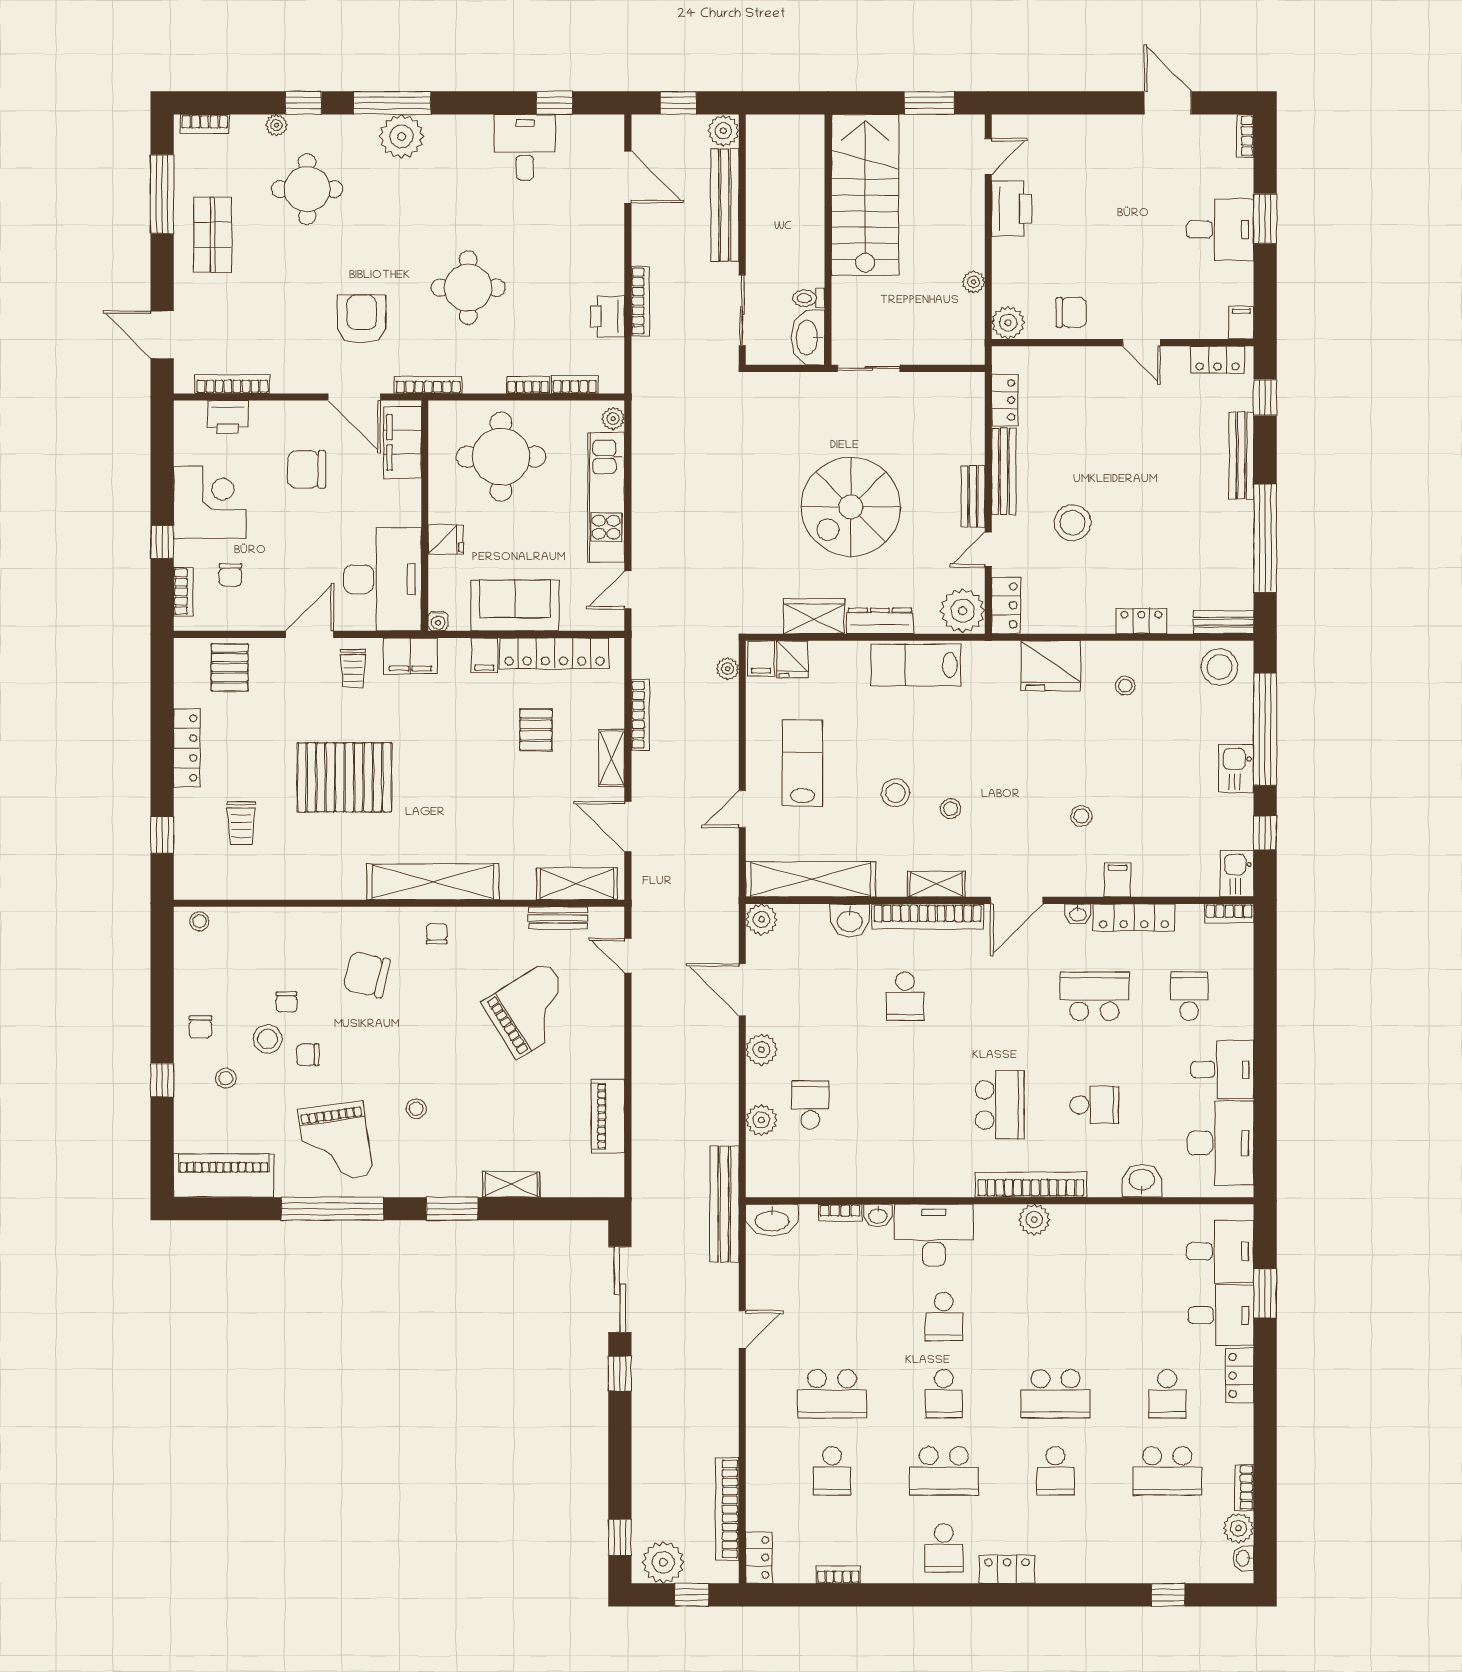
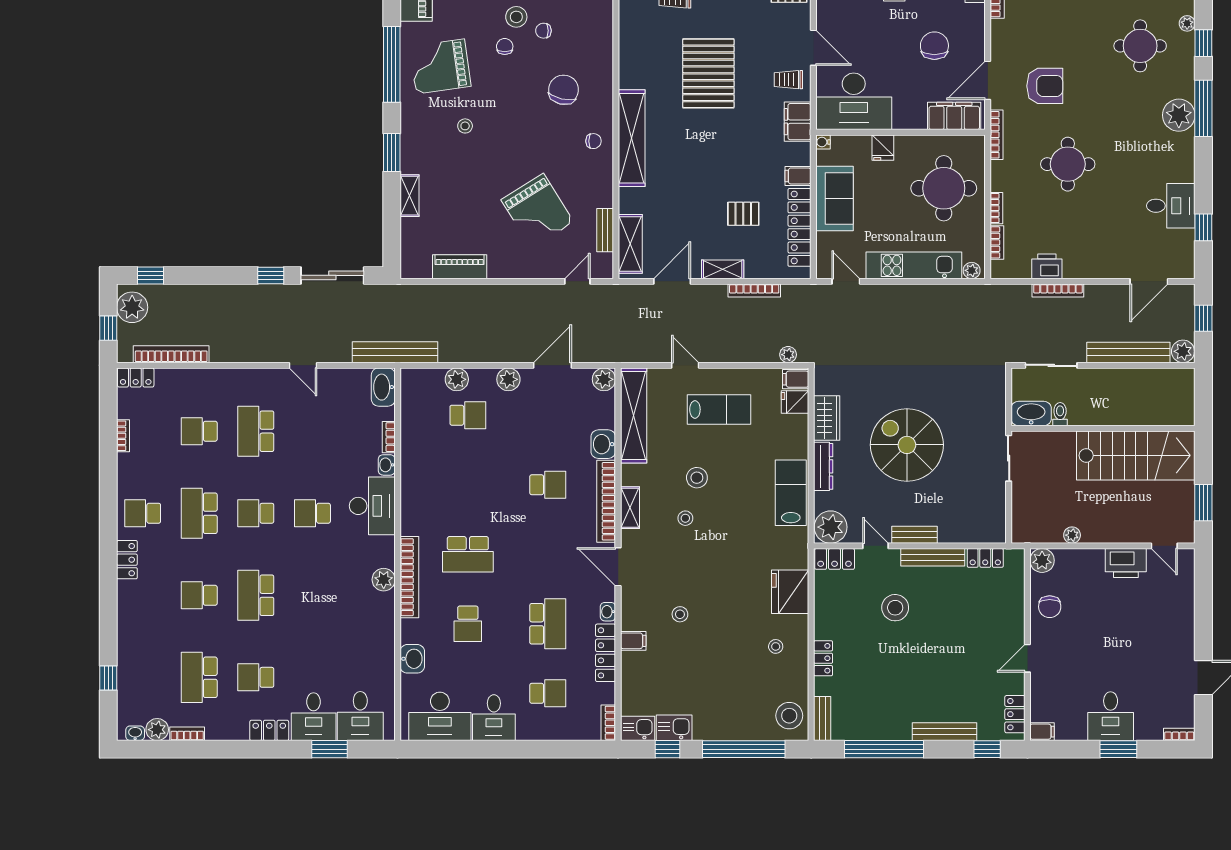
kitchen sink: (1236, 769) -> (674, 728), moved
school desk: (905, 996) -> (548, 485), turned 180

